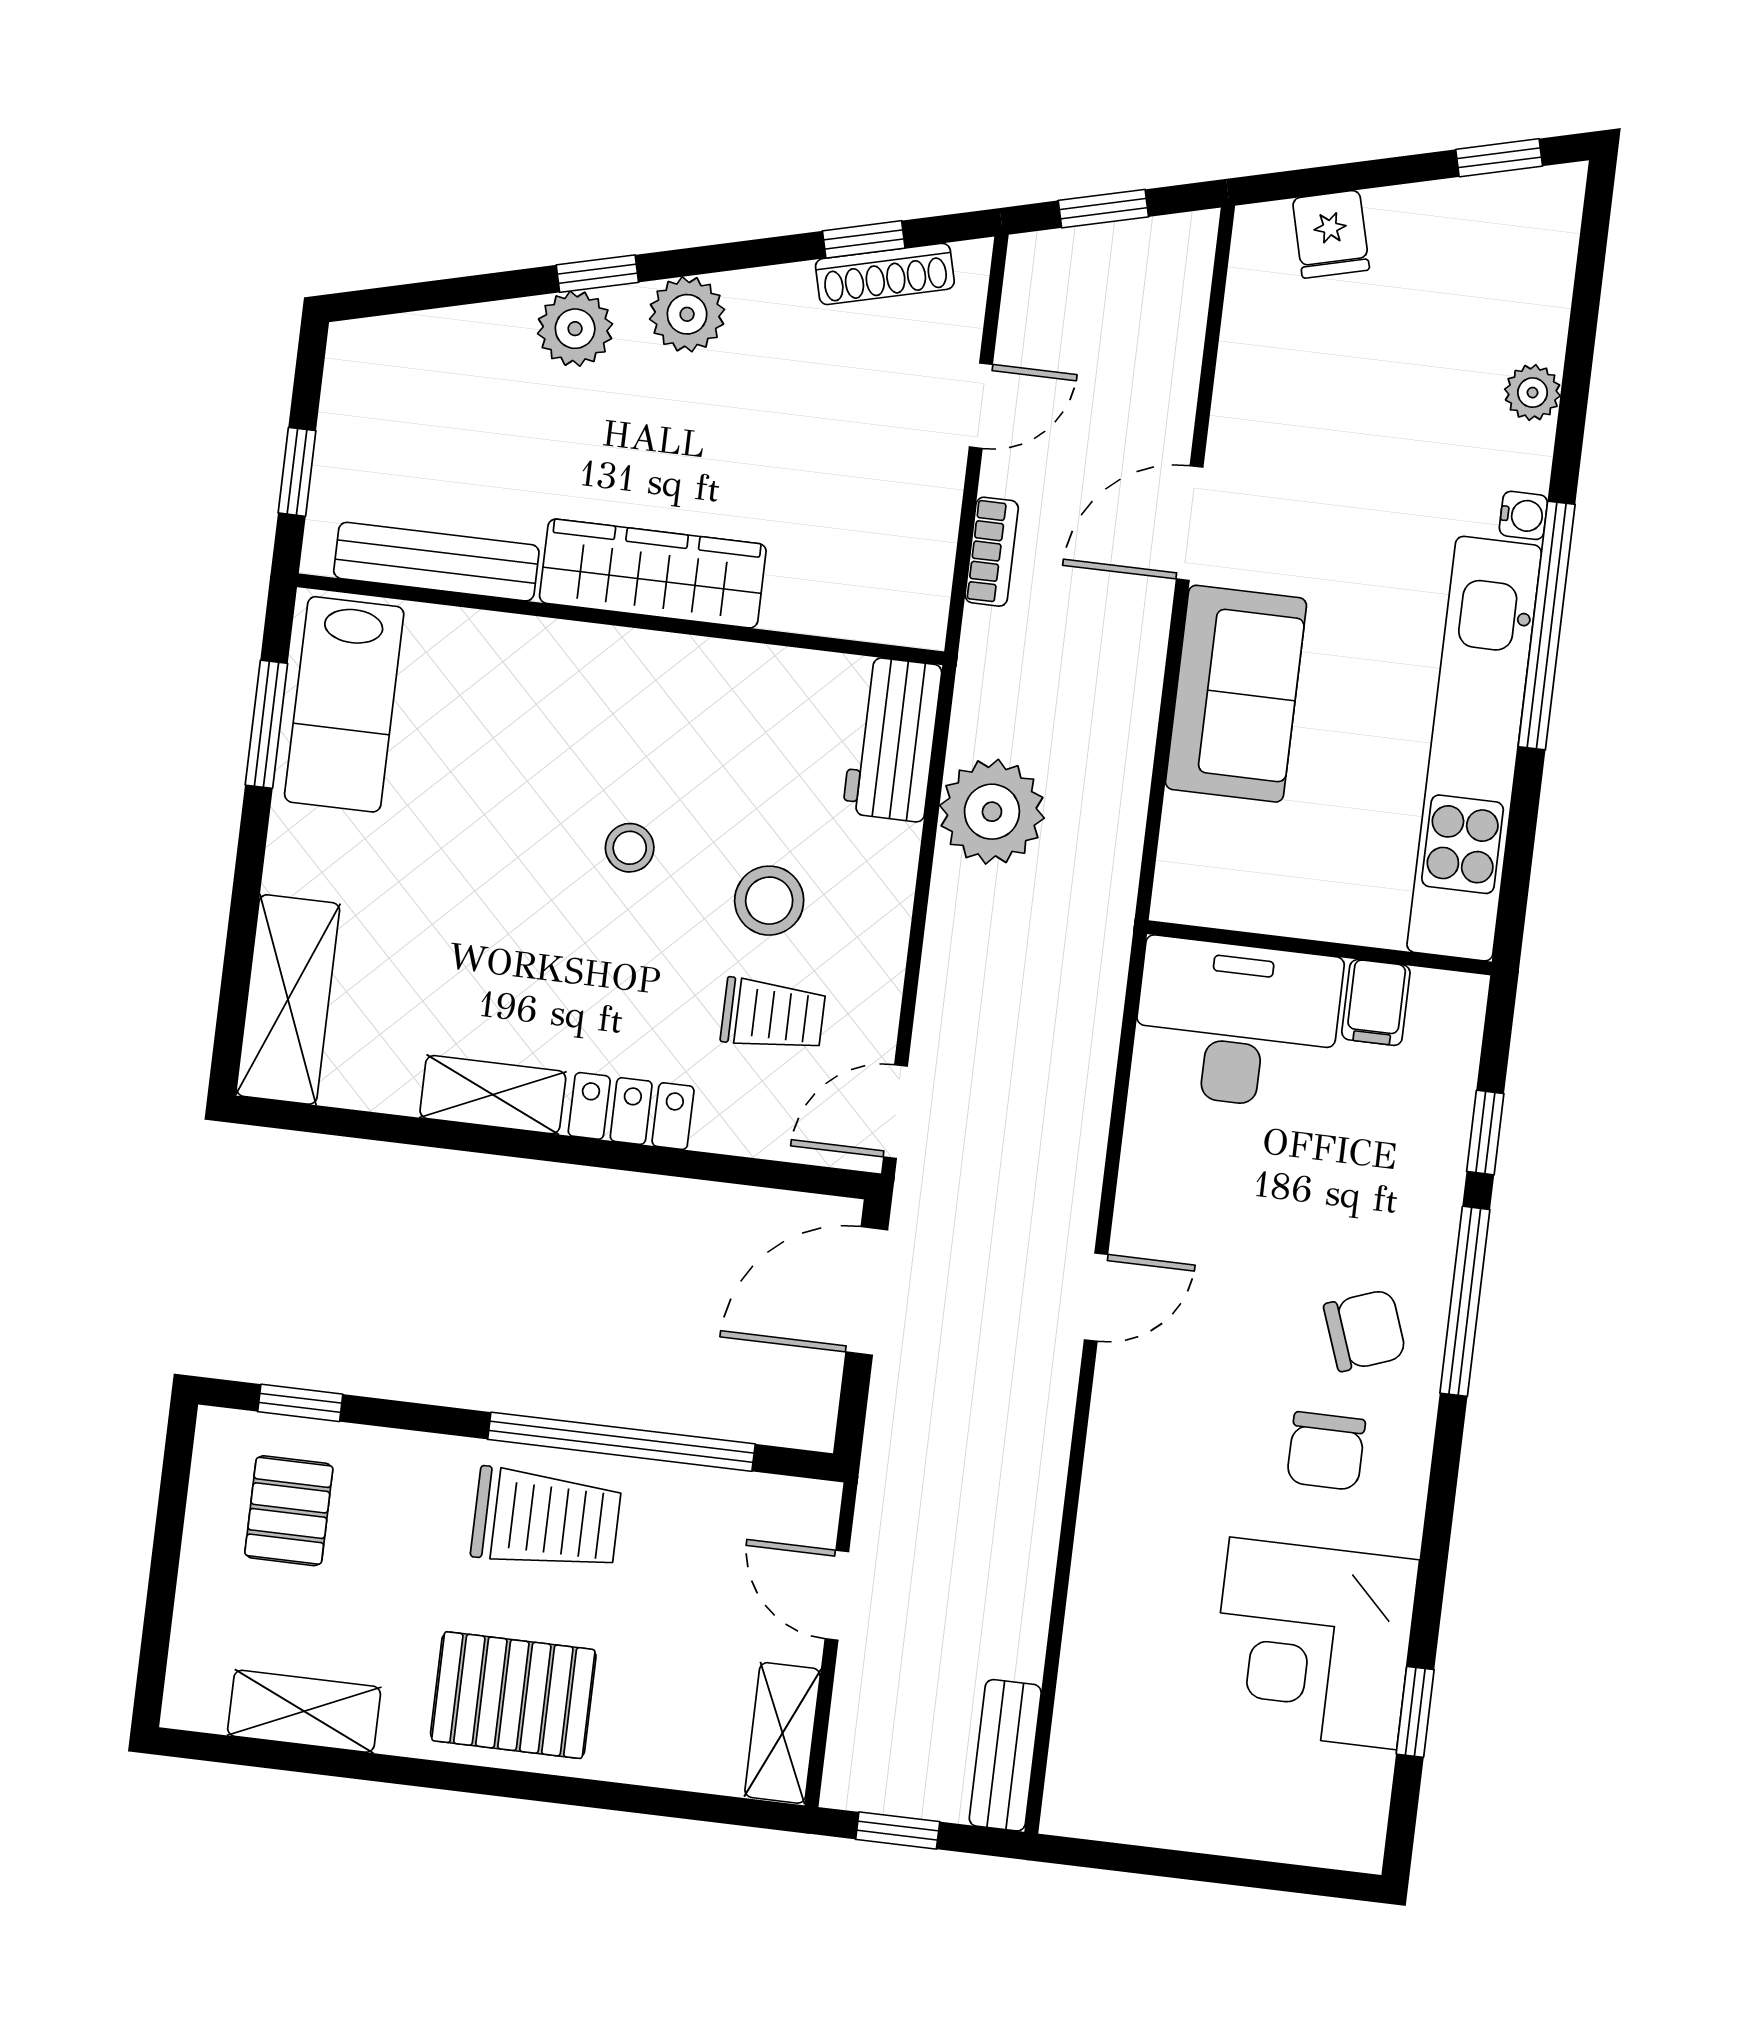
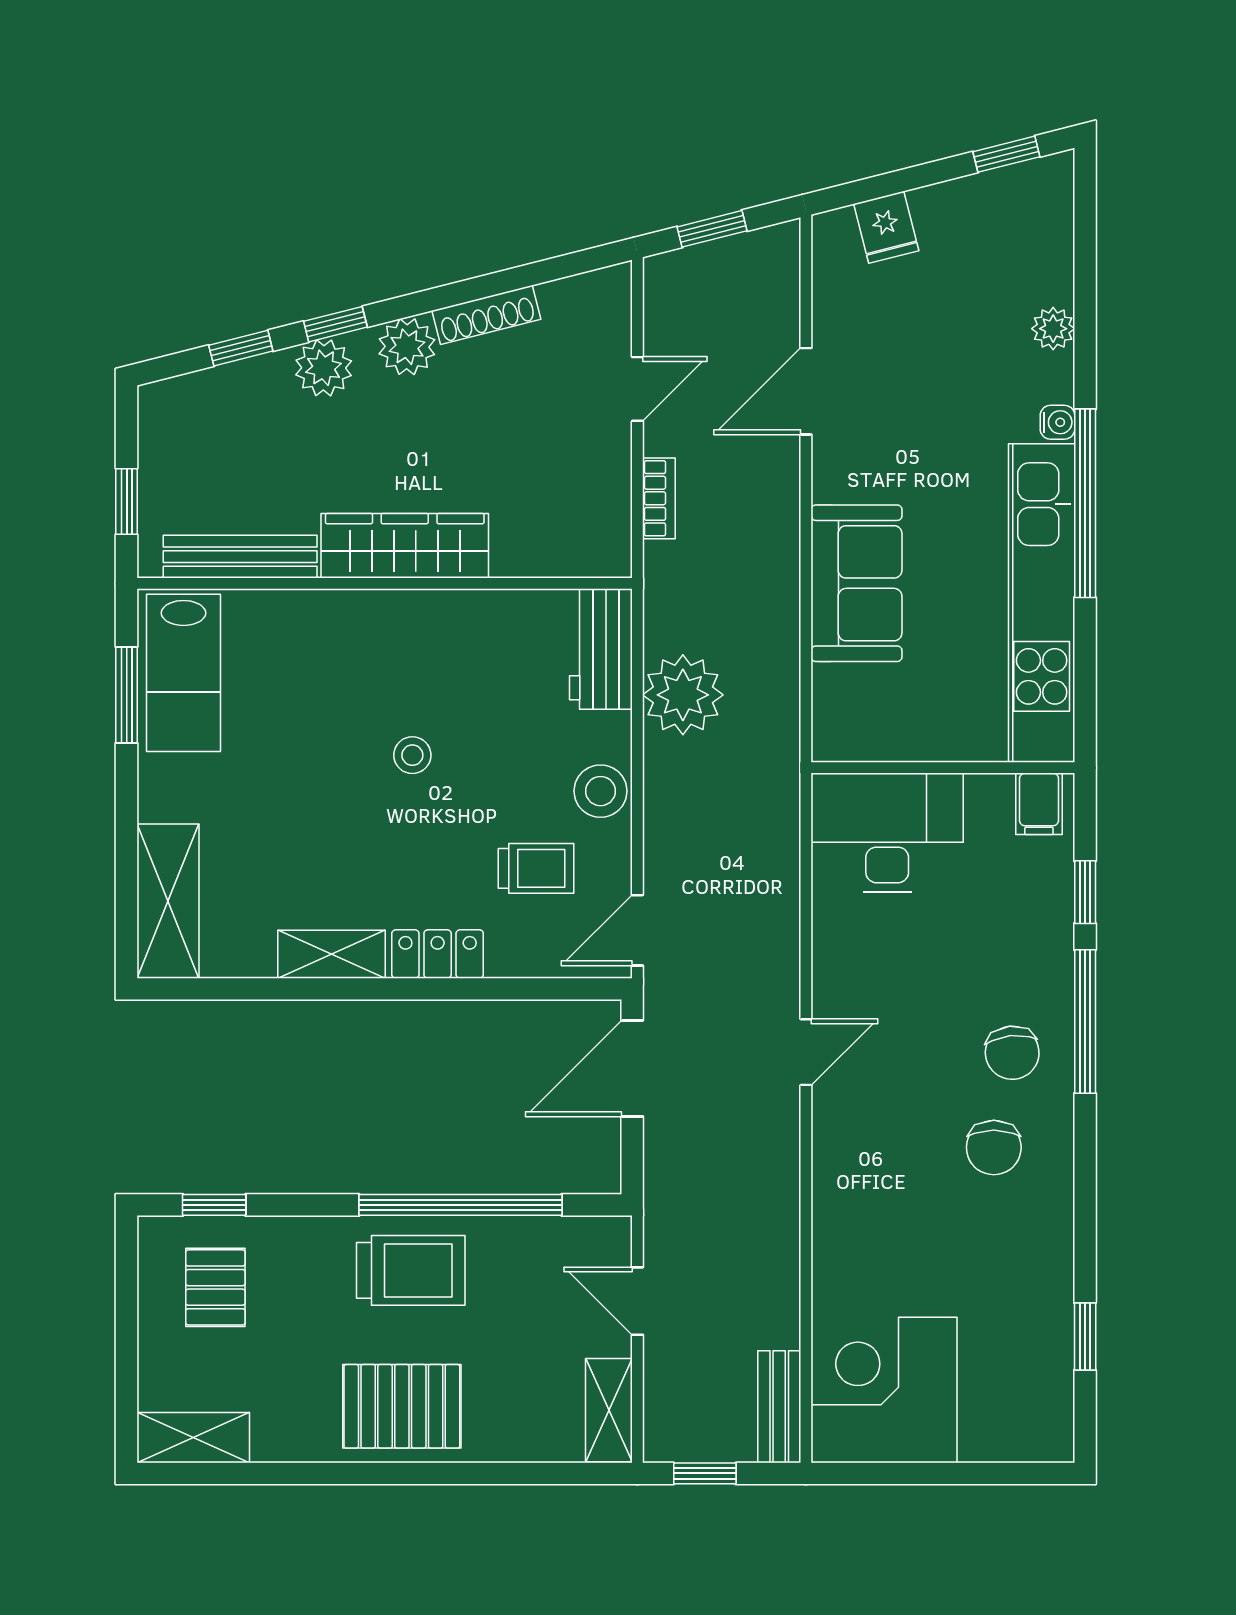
window: (864, 239) -> (241, 348), moved
shoe rack: (885, 274) -> (486, 315), moved
door: (1190, 523) -> (806, 391), moved
stool: (769, 901) -> (601, 791), moved
filing cabinet: (1376, 1002) -> (1039, 804), moved
chair: (1365, 1330) -> (1012, 1053), turned 104
corner desk: (1313, 1643) -> (884, 1390), moved, turned 90
shelving: (304, 1711) -> (193, 1438), moved

